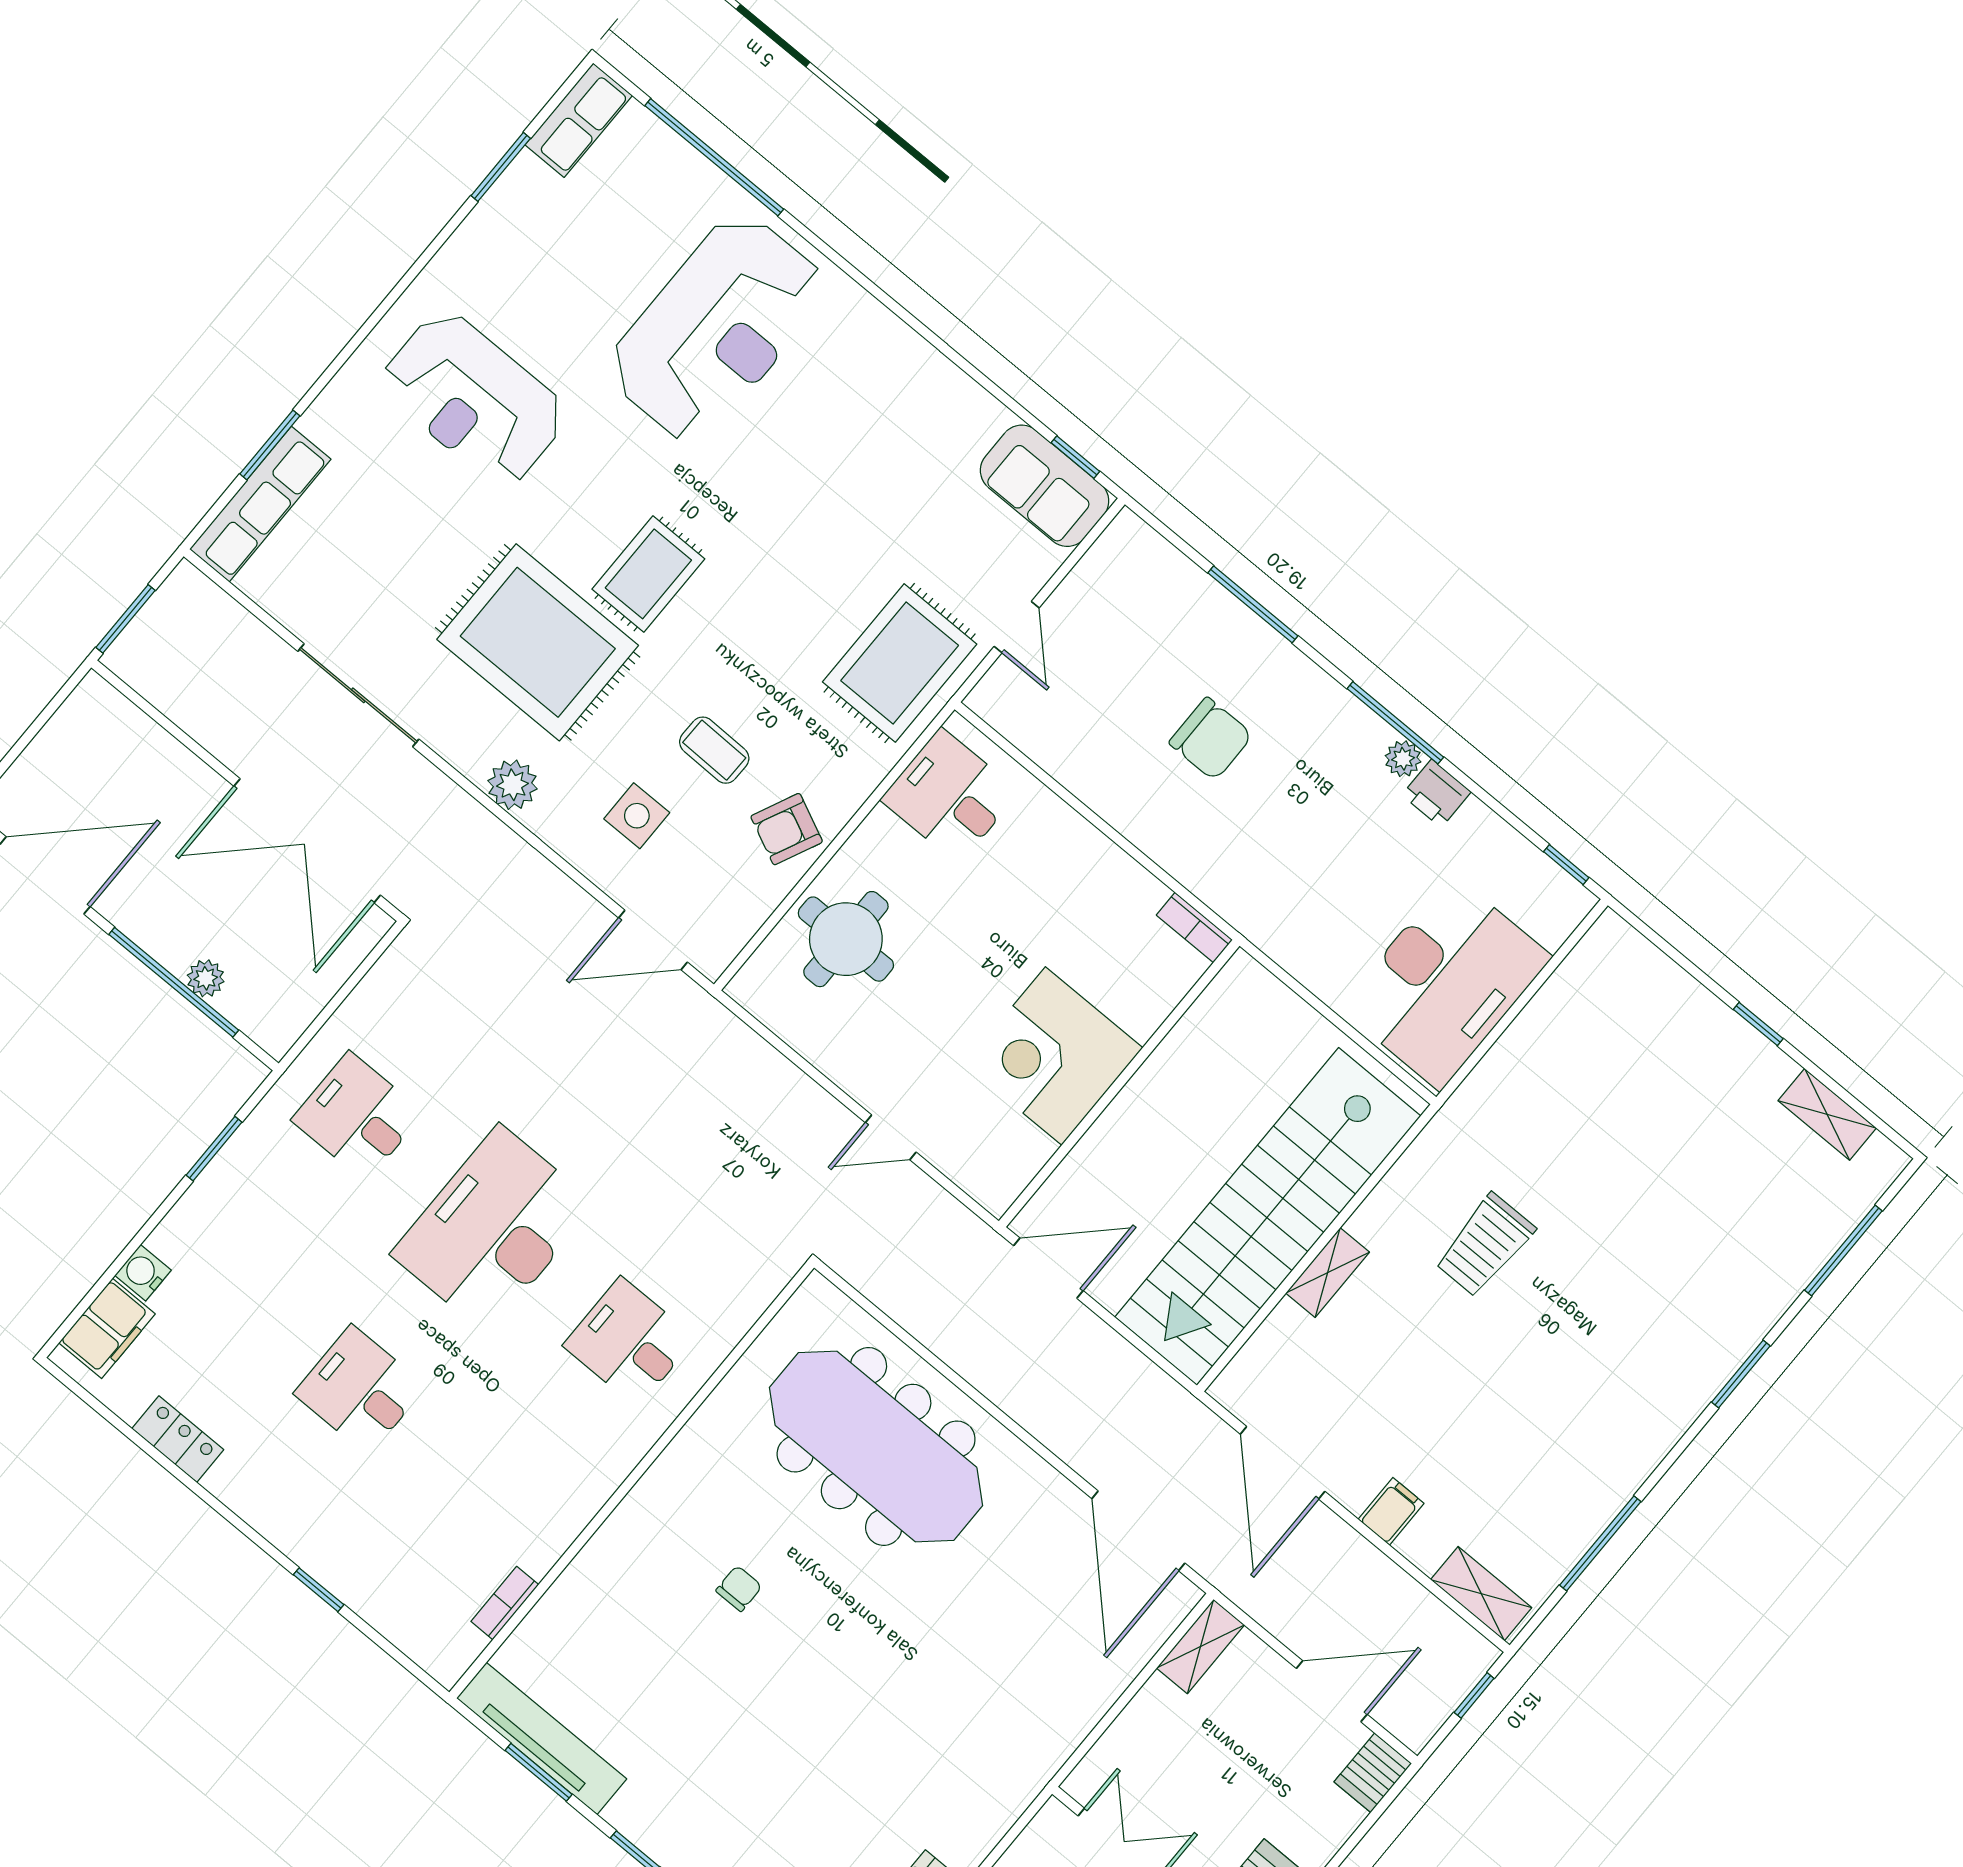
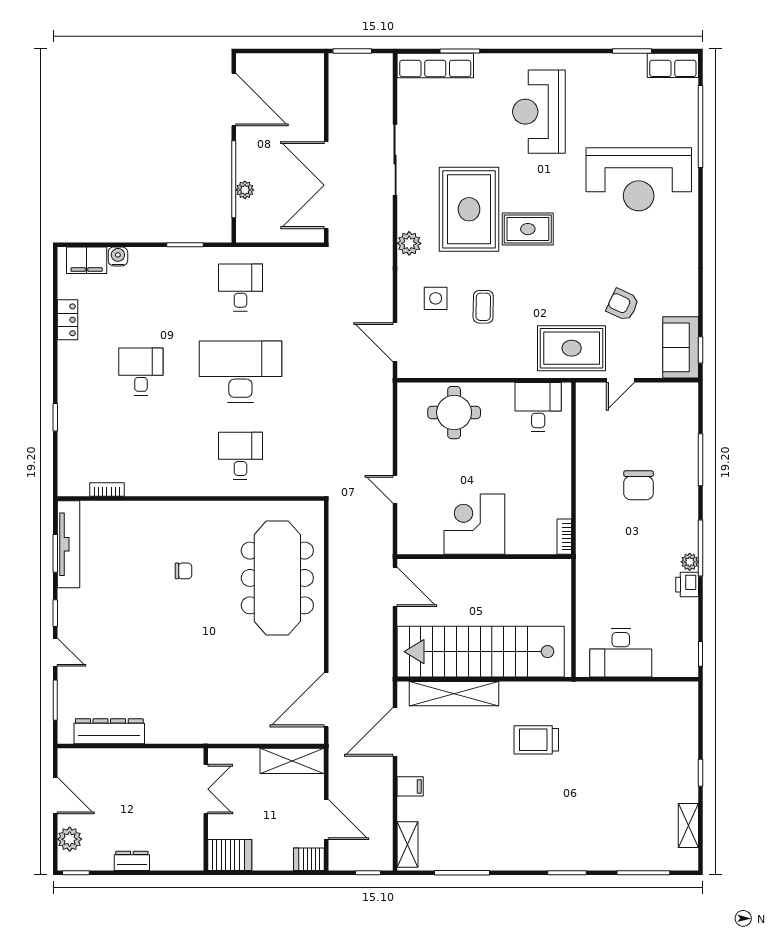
armchair: (787, 829) -> (623, 305), moved
desk: (1446, 982) -> (621, 653), width x0.73, depth x0.77
shelving: (1328, 1273) -> (454, 694), width x2.20, depth x1.33
shelving: (1200, 1646) -> (292, 761), width x1.50, depth x1.33

